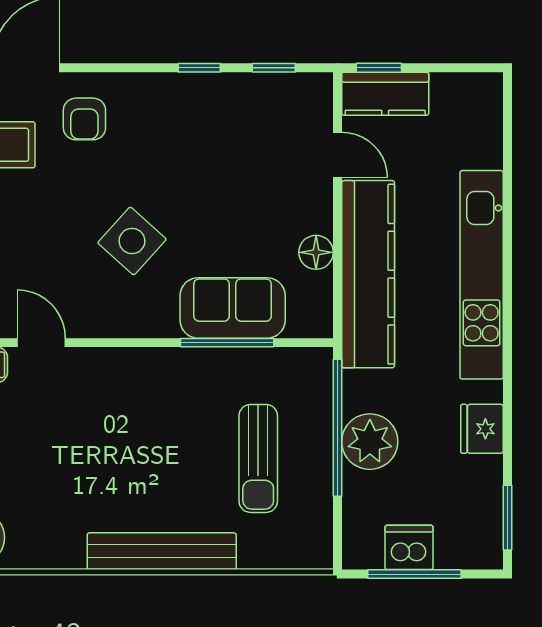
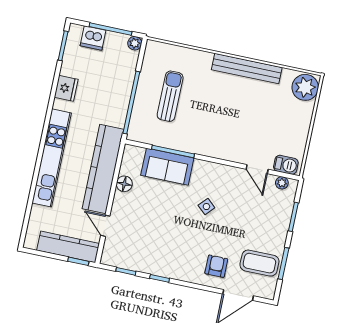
kitchen counter: (385, 94) -> (68, 247), width x1.50
side table: (132, 241) -> (206, 207), width x0.54, depth x0.54
plant: (370, 442) -> (135, 43), moved, width x0.53, depth x0.53
dishwasher: (409, 547) -> (93, 38), moved
bench: (162, 551) -> (247, 69), moved

